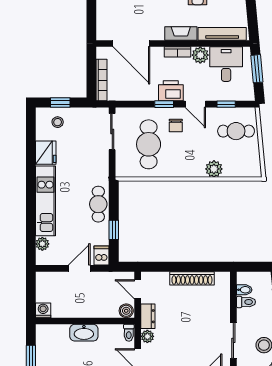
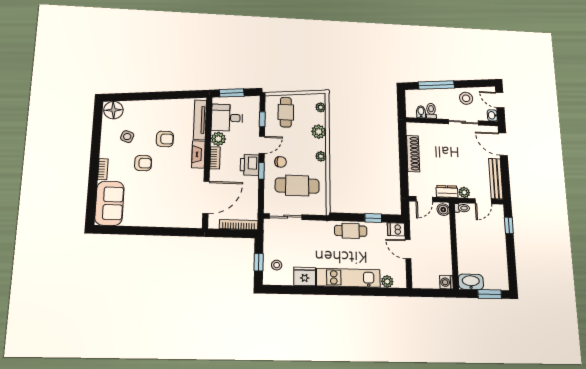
plant: (184, 171) -> (321, 156), added
plant: (244, 171) -> (321, 107), added
washbasin: (84, 333) -> (471, 282), moved, turned -90

